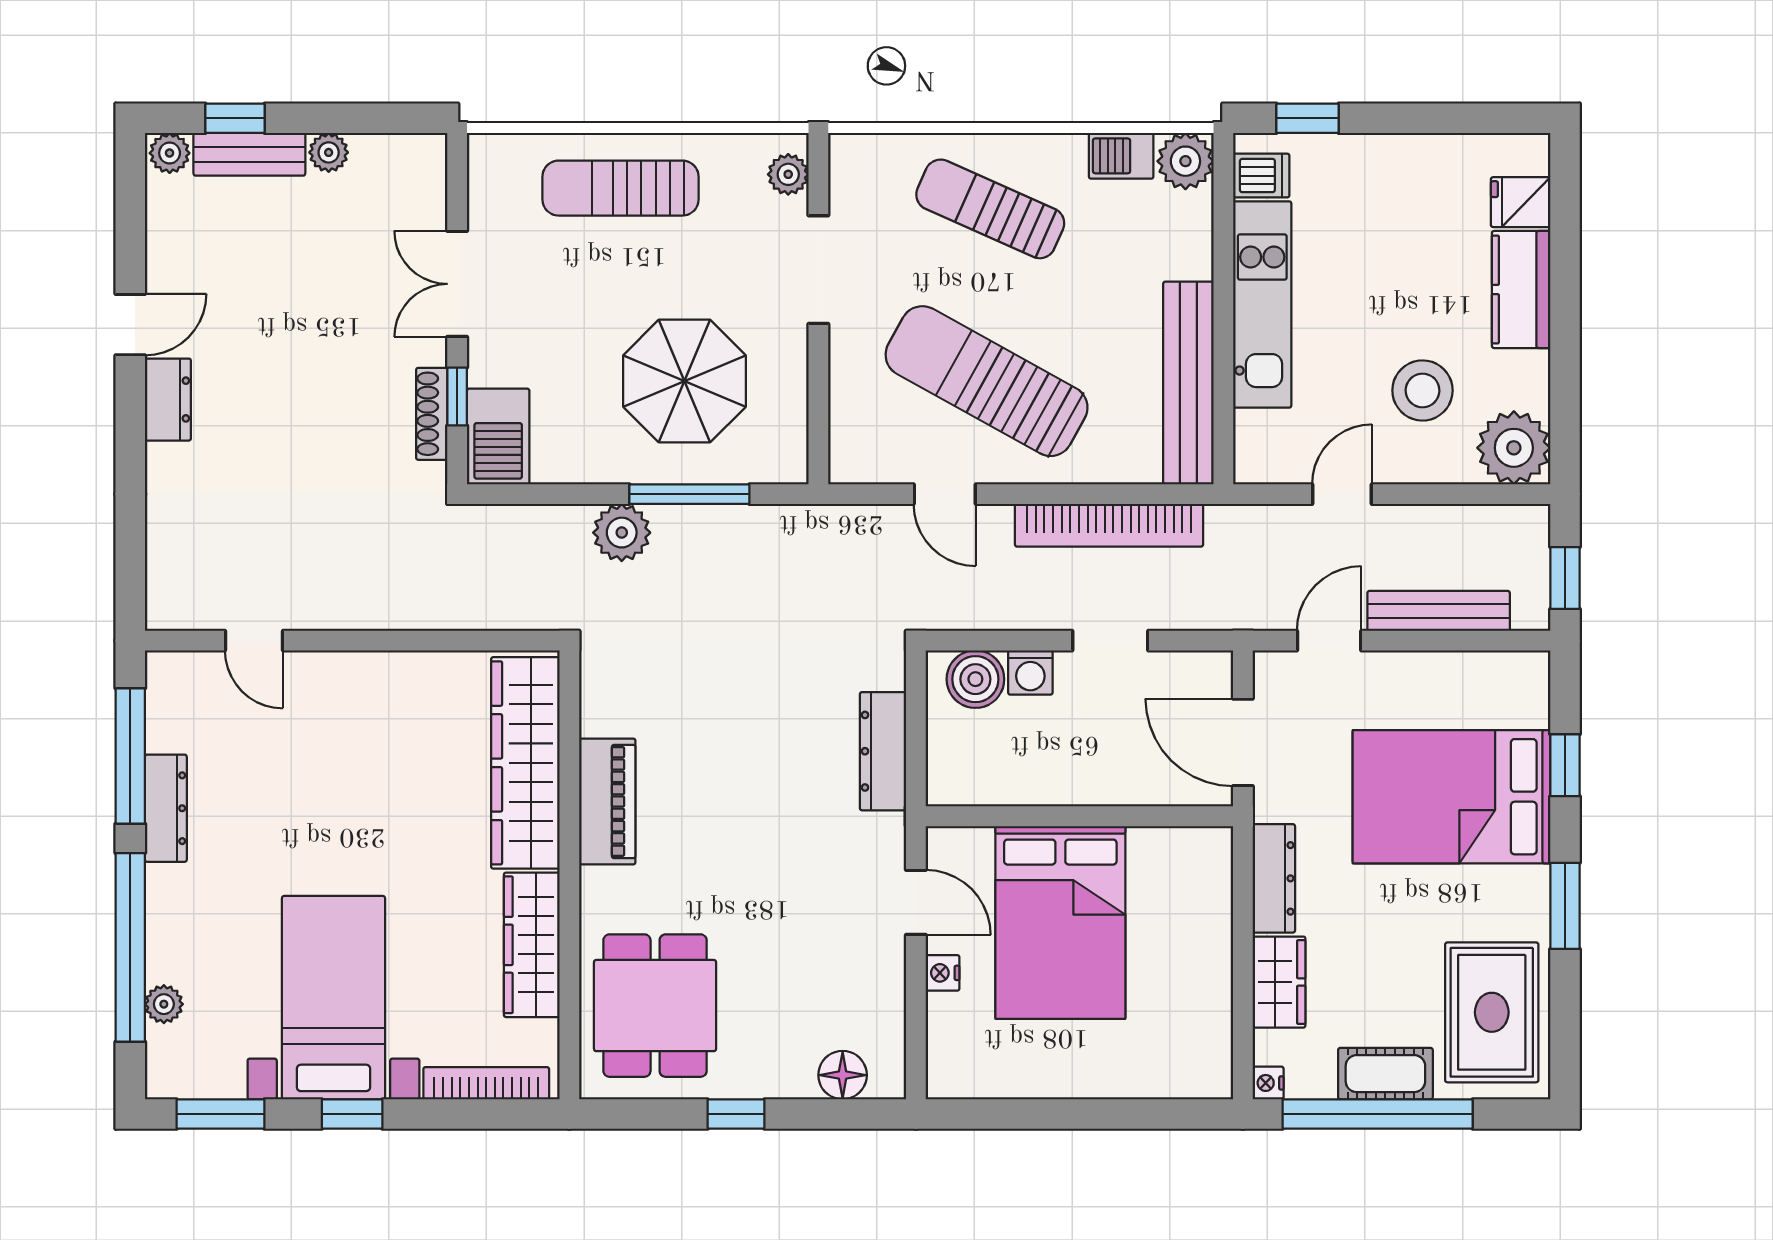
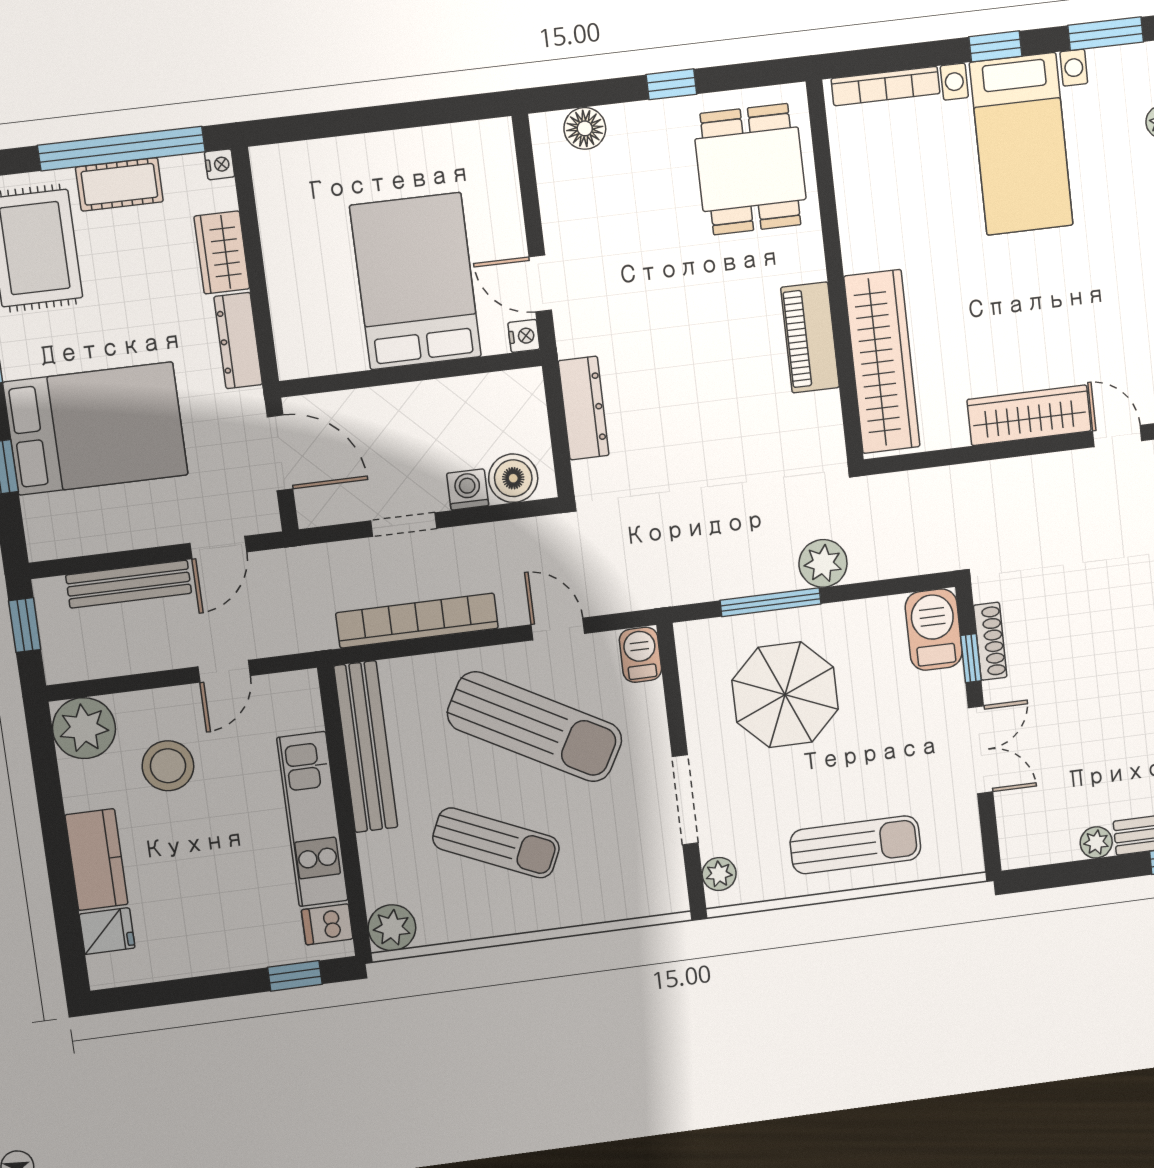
barbecue: (1121, 156) -> (640, 655), moved, turned -90
sun lounger: (990, 209) -> (496, 843), moved
wardrobe: (532, 945) -> (1029, 415), moved, turned -90
nightstand: (943, 973) -> (524, 336), moved

